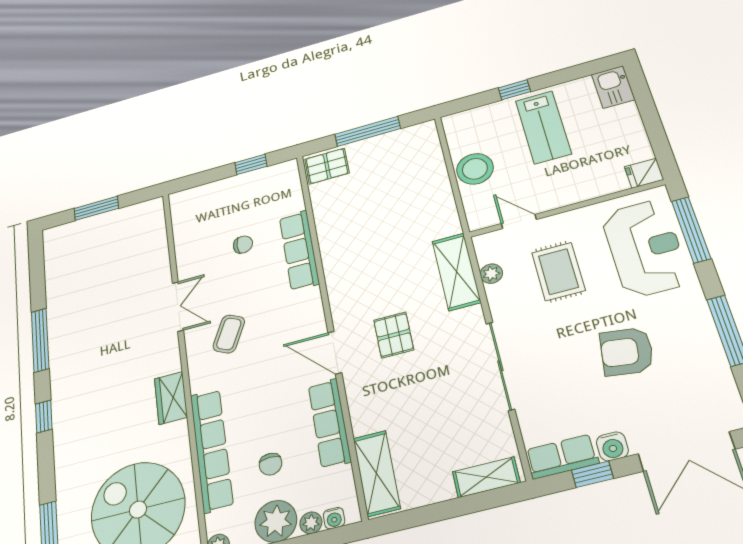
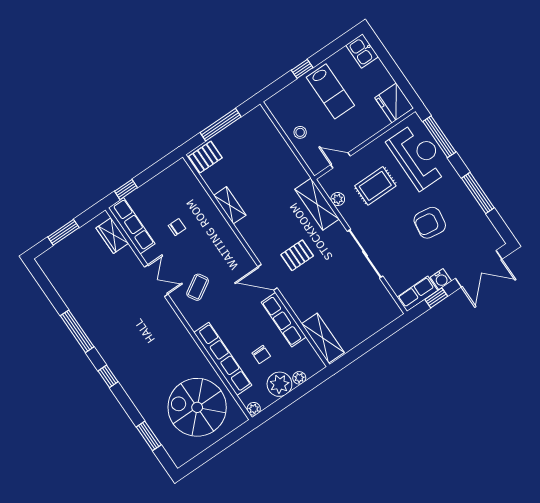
window: (251, 164) -> (126, 189), moved
stool: (475, 169) -> (300, 132), width x0.53, depth x0.53
fridge: (644, 173) -> (394, 103), width x1.88, depth x1.34
row of seats: (299, 250) -> (132, 226), moved, turned 180
rug: (558, 272) -> (375, 186), turned 90
coffee table: (229, 334) -> (198, 287), turned 33
pallet: (394, 335) -> (297, 255), turned 90
wardrobe: (171, 398) -> (112, 236), moved
shelving: (486, 477) -> (230, 205), moved, turned 90
water cooler: (334, 518) -> (311, 371), removed

